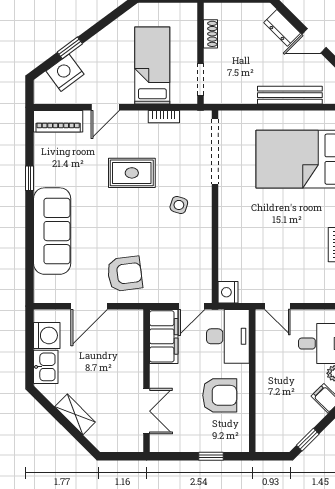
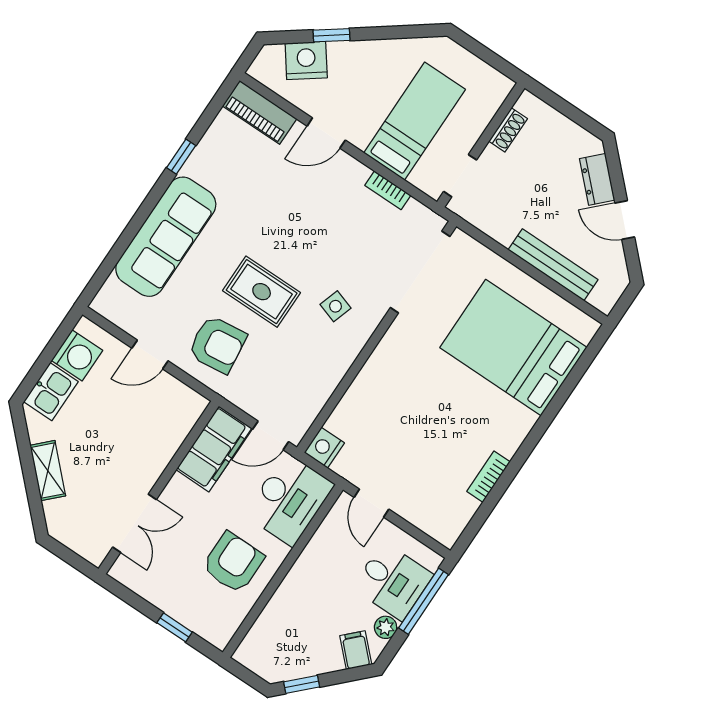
rug: (132, 173) -> (262, 292), moved
door: (89, 306) -> (150, 354), width x0.73
armchair: (220, 395) -> (233, 563), turned -90

